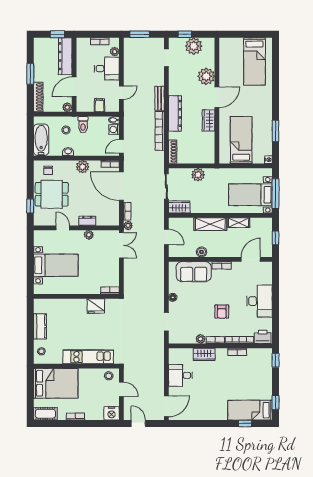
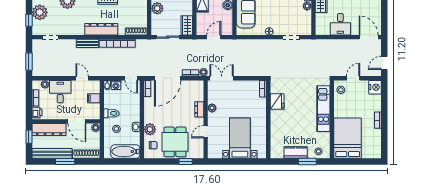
printer: (84, 43) -> (37, 112), added
bench: (39, 60) -> (52, 153), added
plant: (83, 167) -> (150, 129), moved
window: (30, 339) -> (307, 161), added
cot: (45, 414) -> (375, 148), removed

